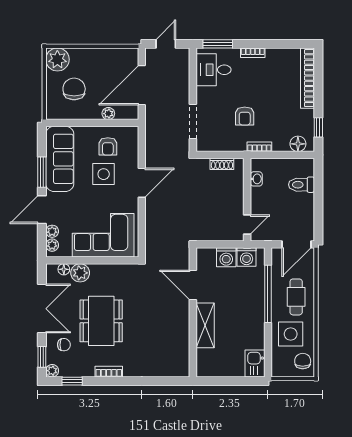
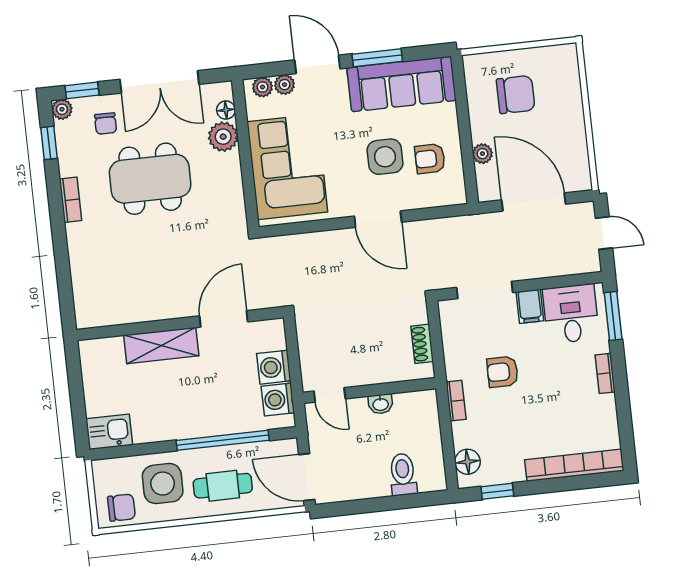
plant: (57, 59) -> (560, 63), removed
filing cabinet: (206, 95) -> (530, 306), added
washbasin: (256, 179) -> (381, 404), moved

